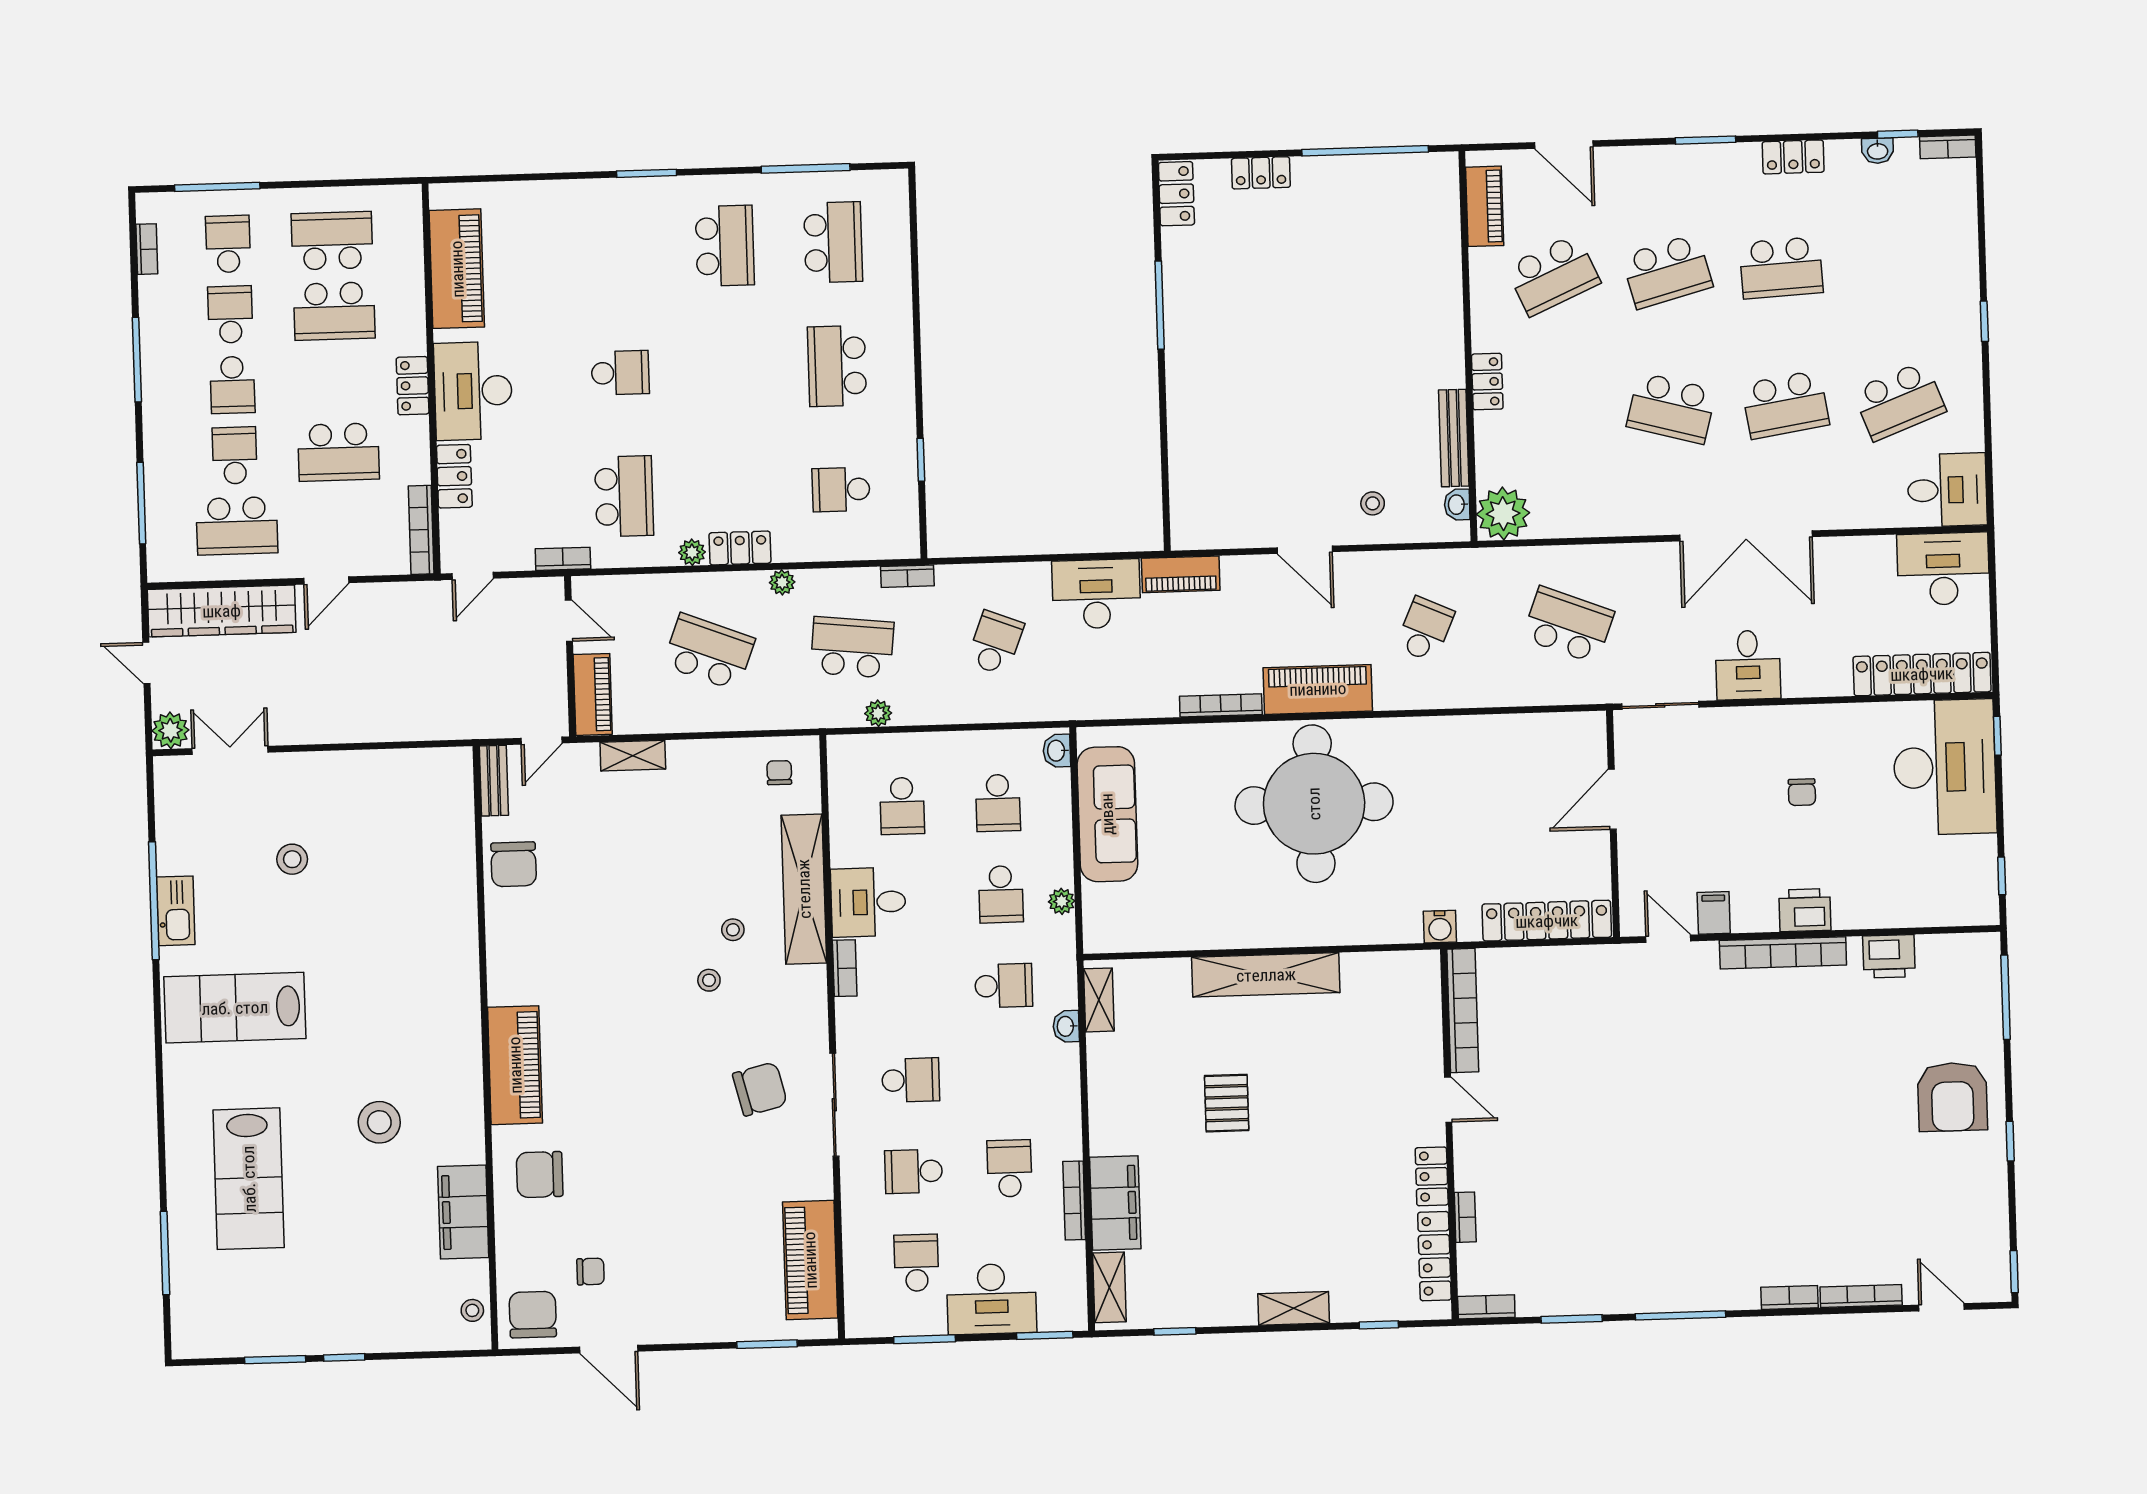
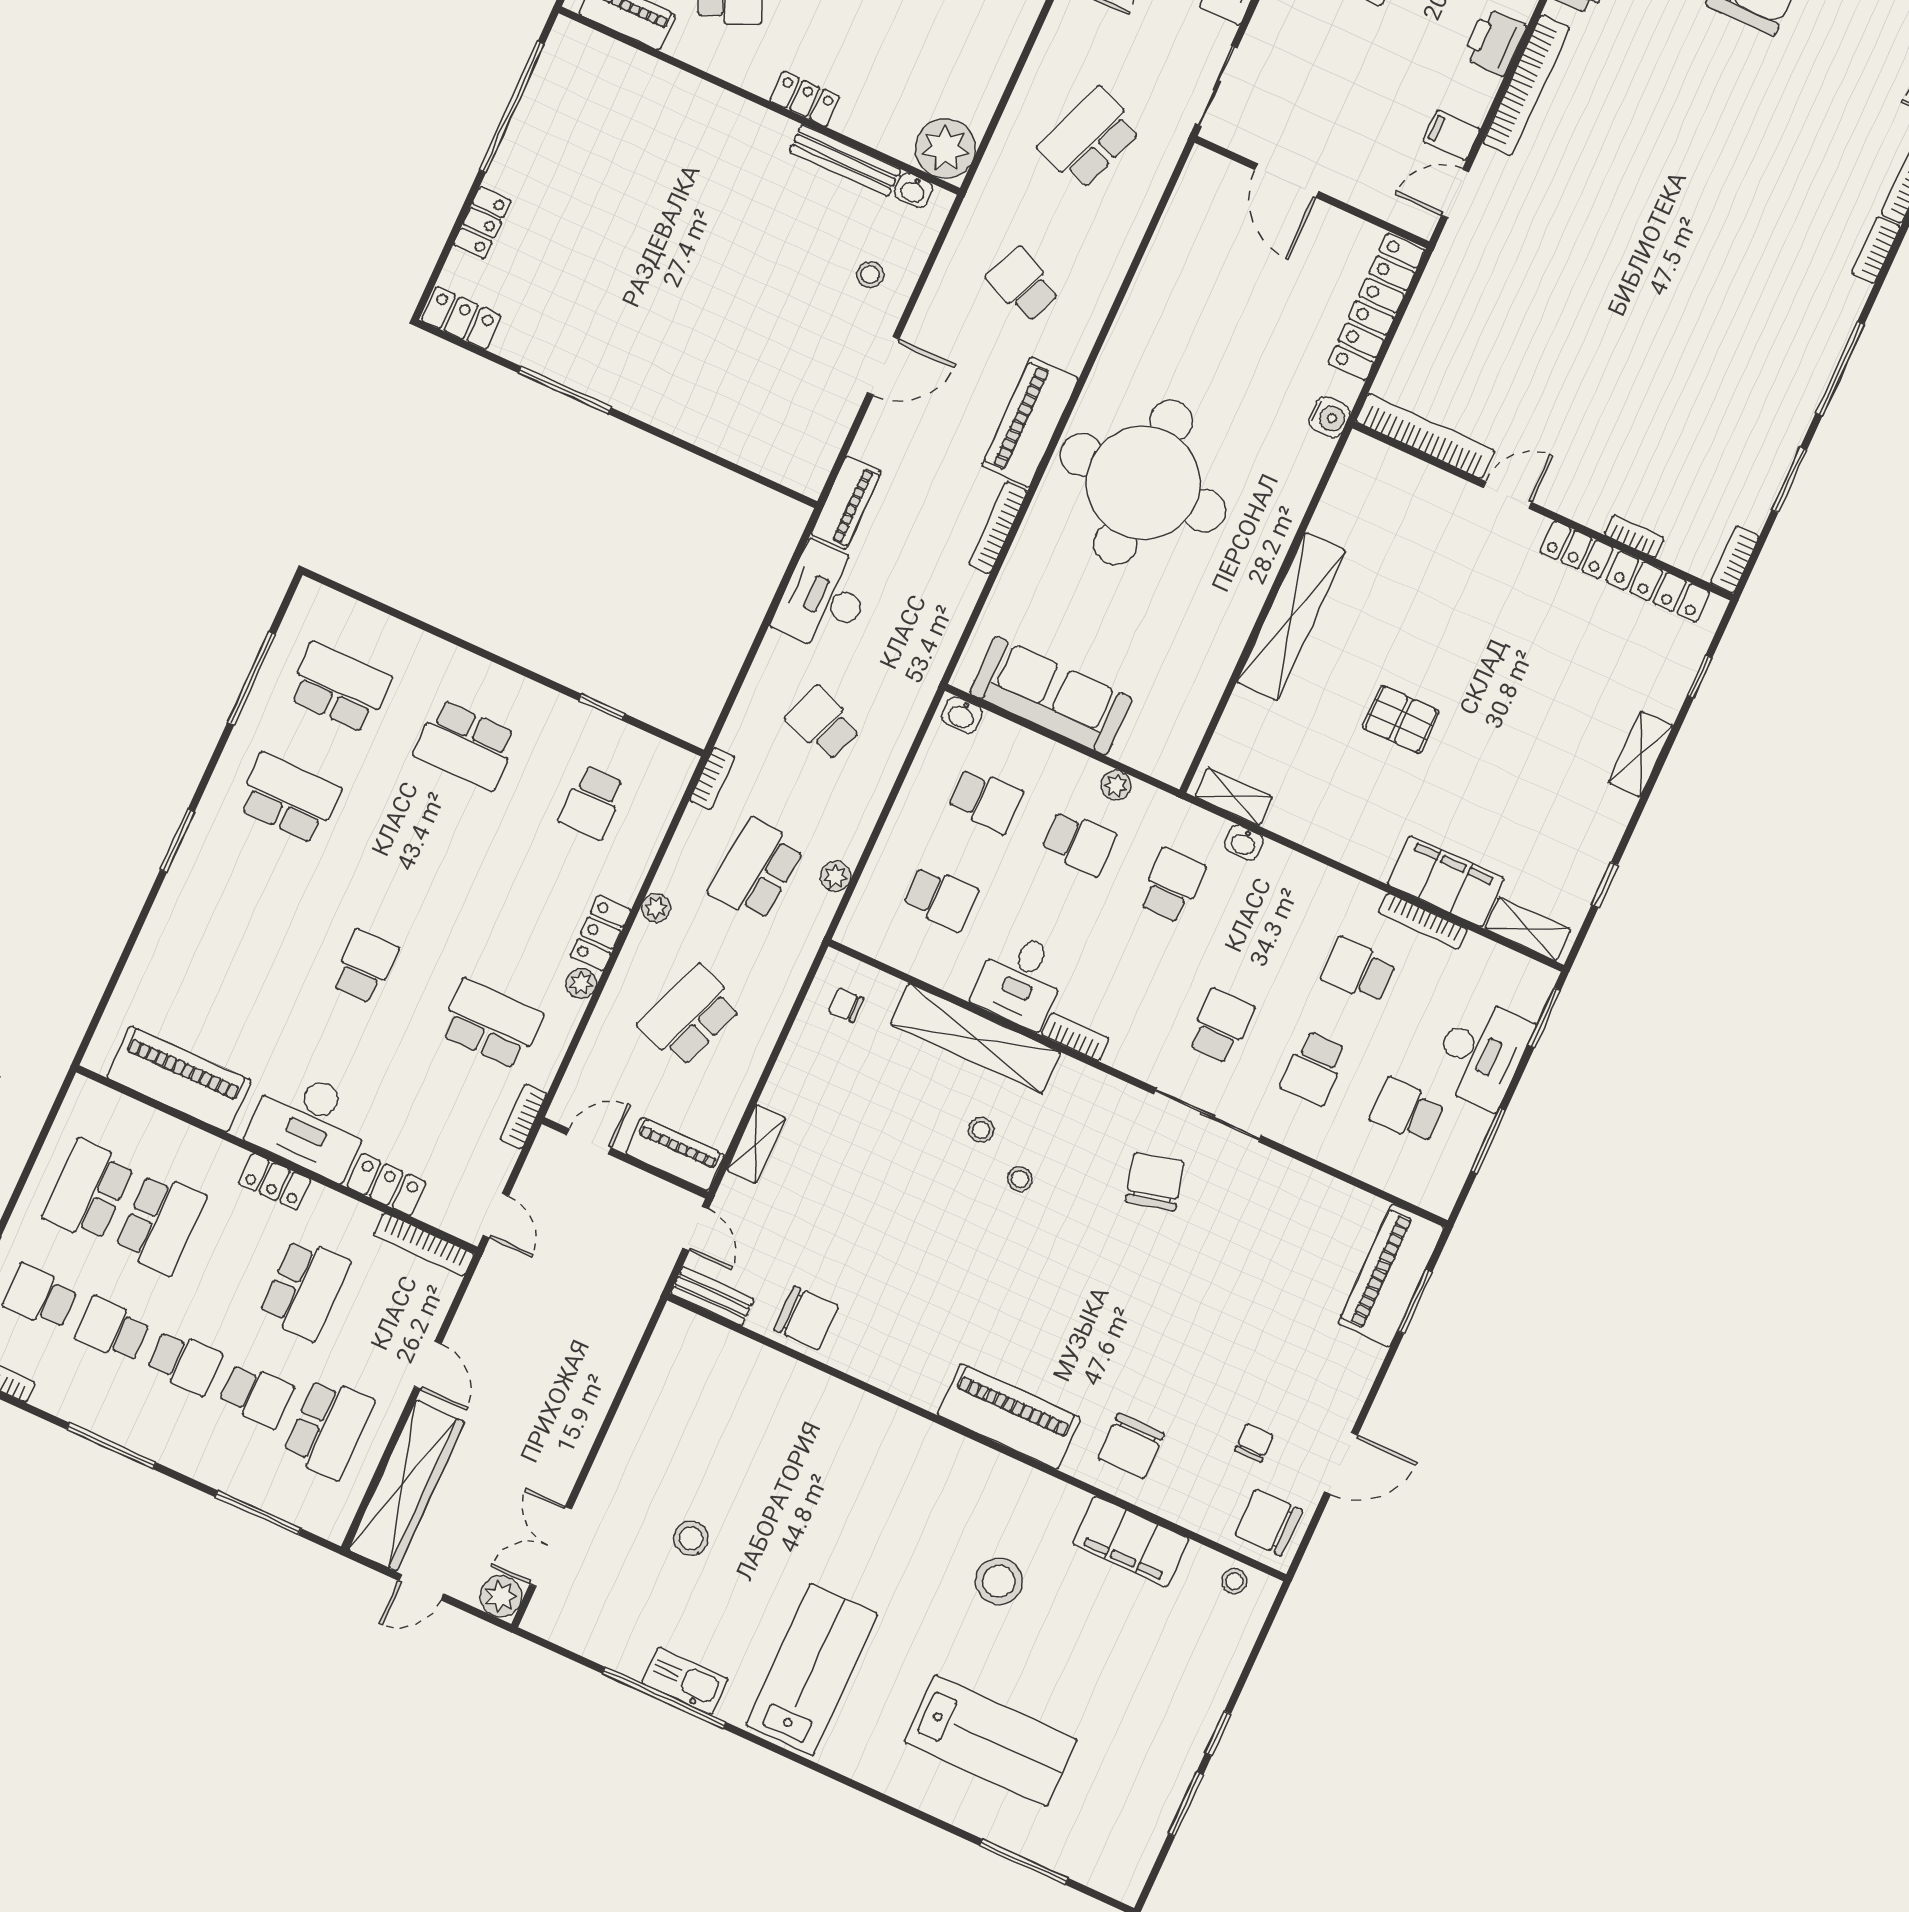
school desk: (235, 455) -> (256, 1395), turned 180
lab bench: (235, 1008) -> (812, 1669), turned 180
piano: (810, 1260) -> (1391, 1275), moved, turned 90

